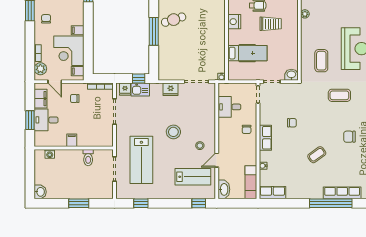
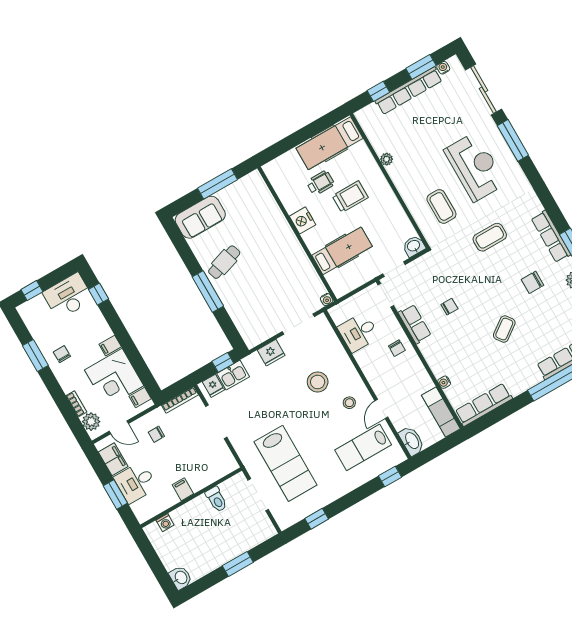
stool: (173, 132) -> (318, 382), moved
row of seats: (265, 138) -> (415, 324), moved
lab bench: (193, 177) -> (363, 447), turned 180
row of seats: (272, 193) -> (484, 405), width x1.48

